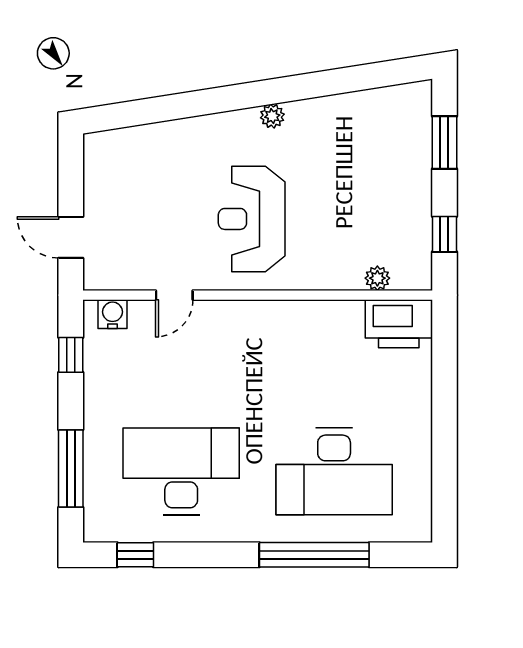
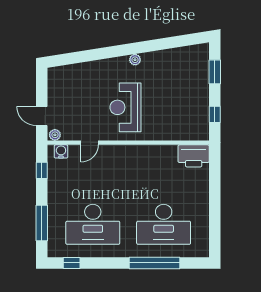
plant: (377, 278) -> (55, 135), moved
desk: (181, 471) -> (93, 224), turned 180

